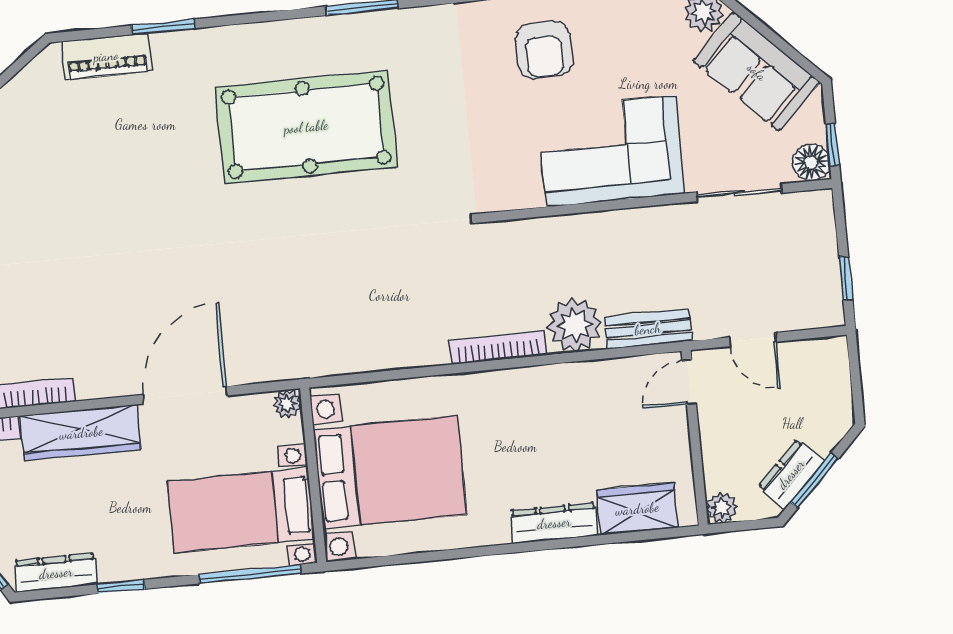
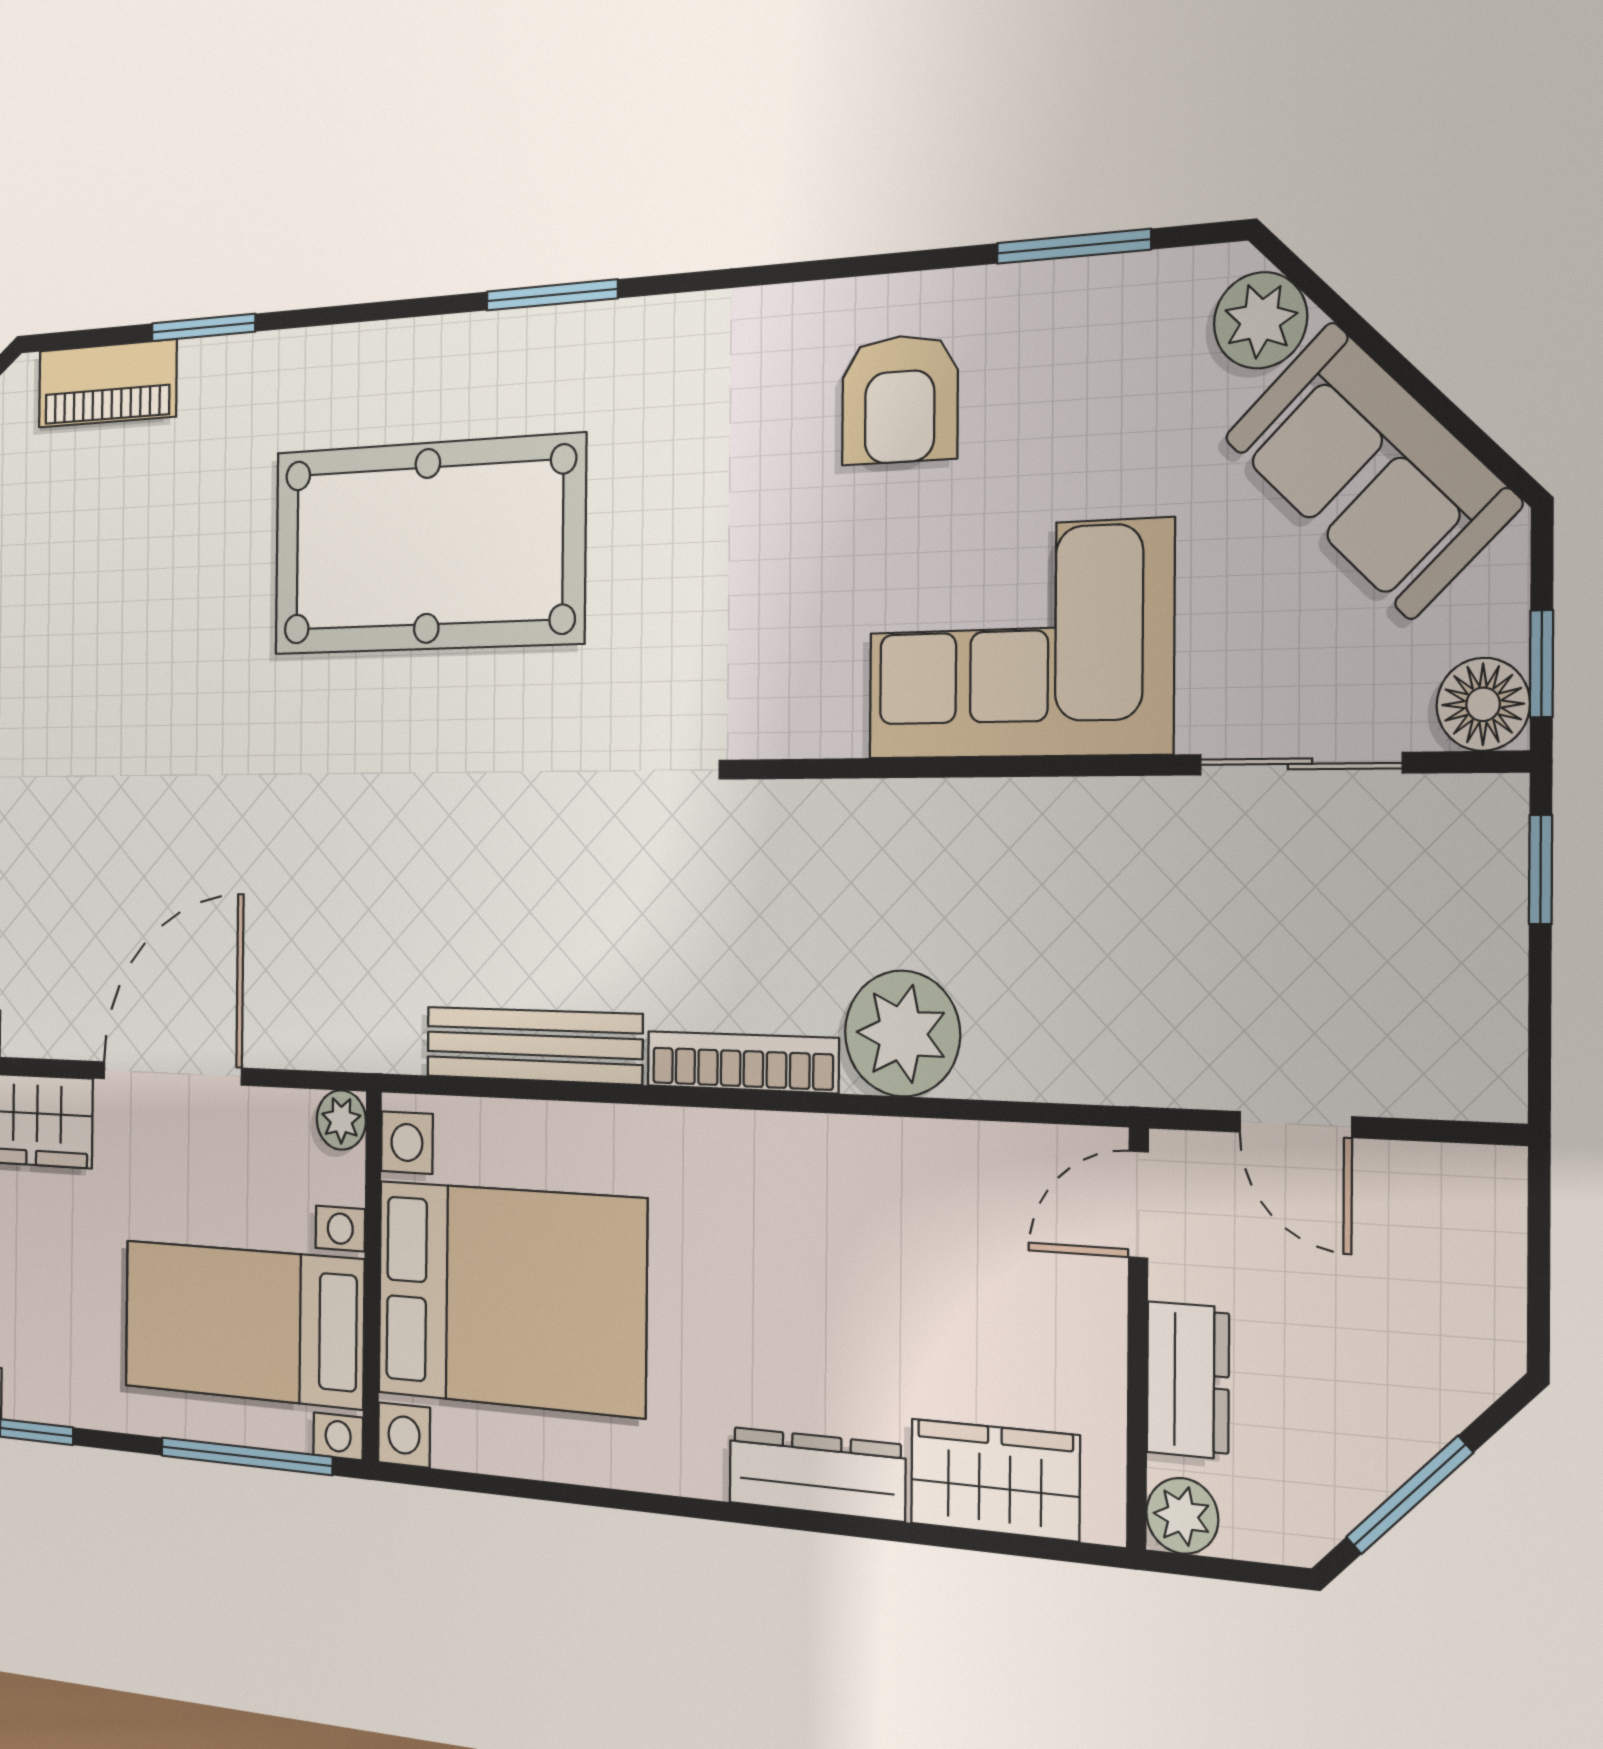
window: (846, 279) -> (1541, 869), moved
bench: (648, 329) -> (533, 1045), moved, width x1.36
dresser: (791, 474) -> (1188, 1380), moved, turned 135

